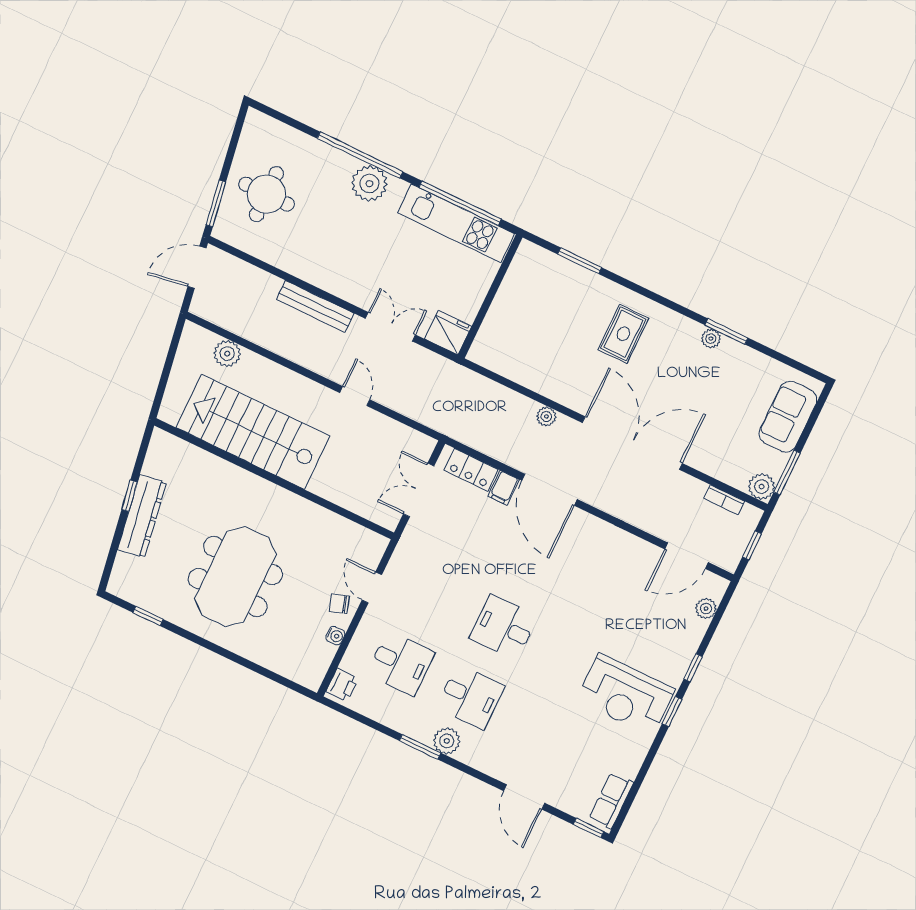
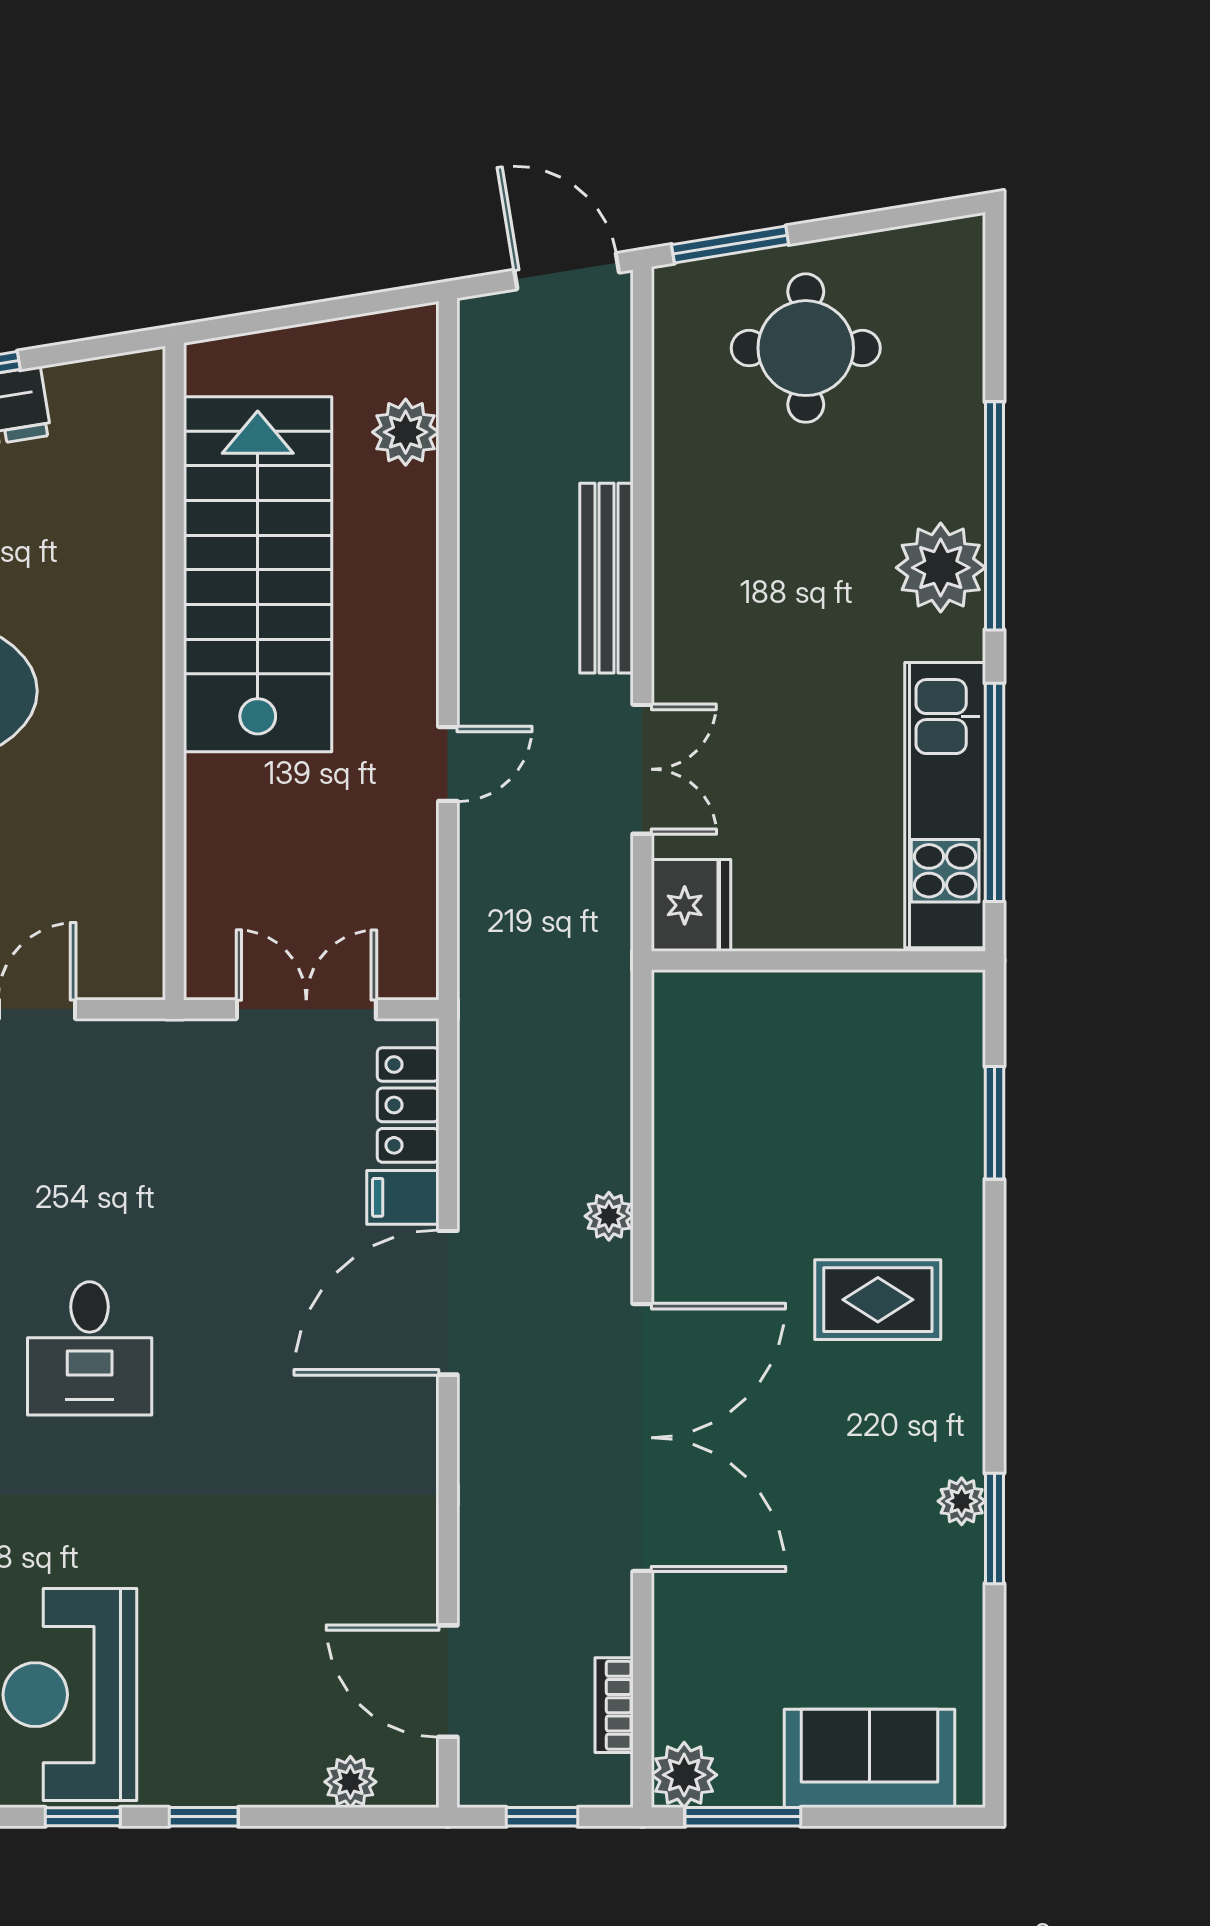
desk: (504, 627) -> (90, 1348), turned 180

